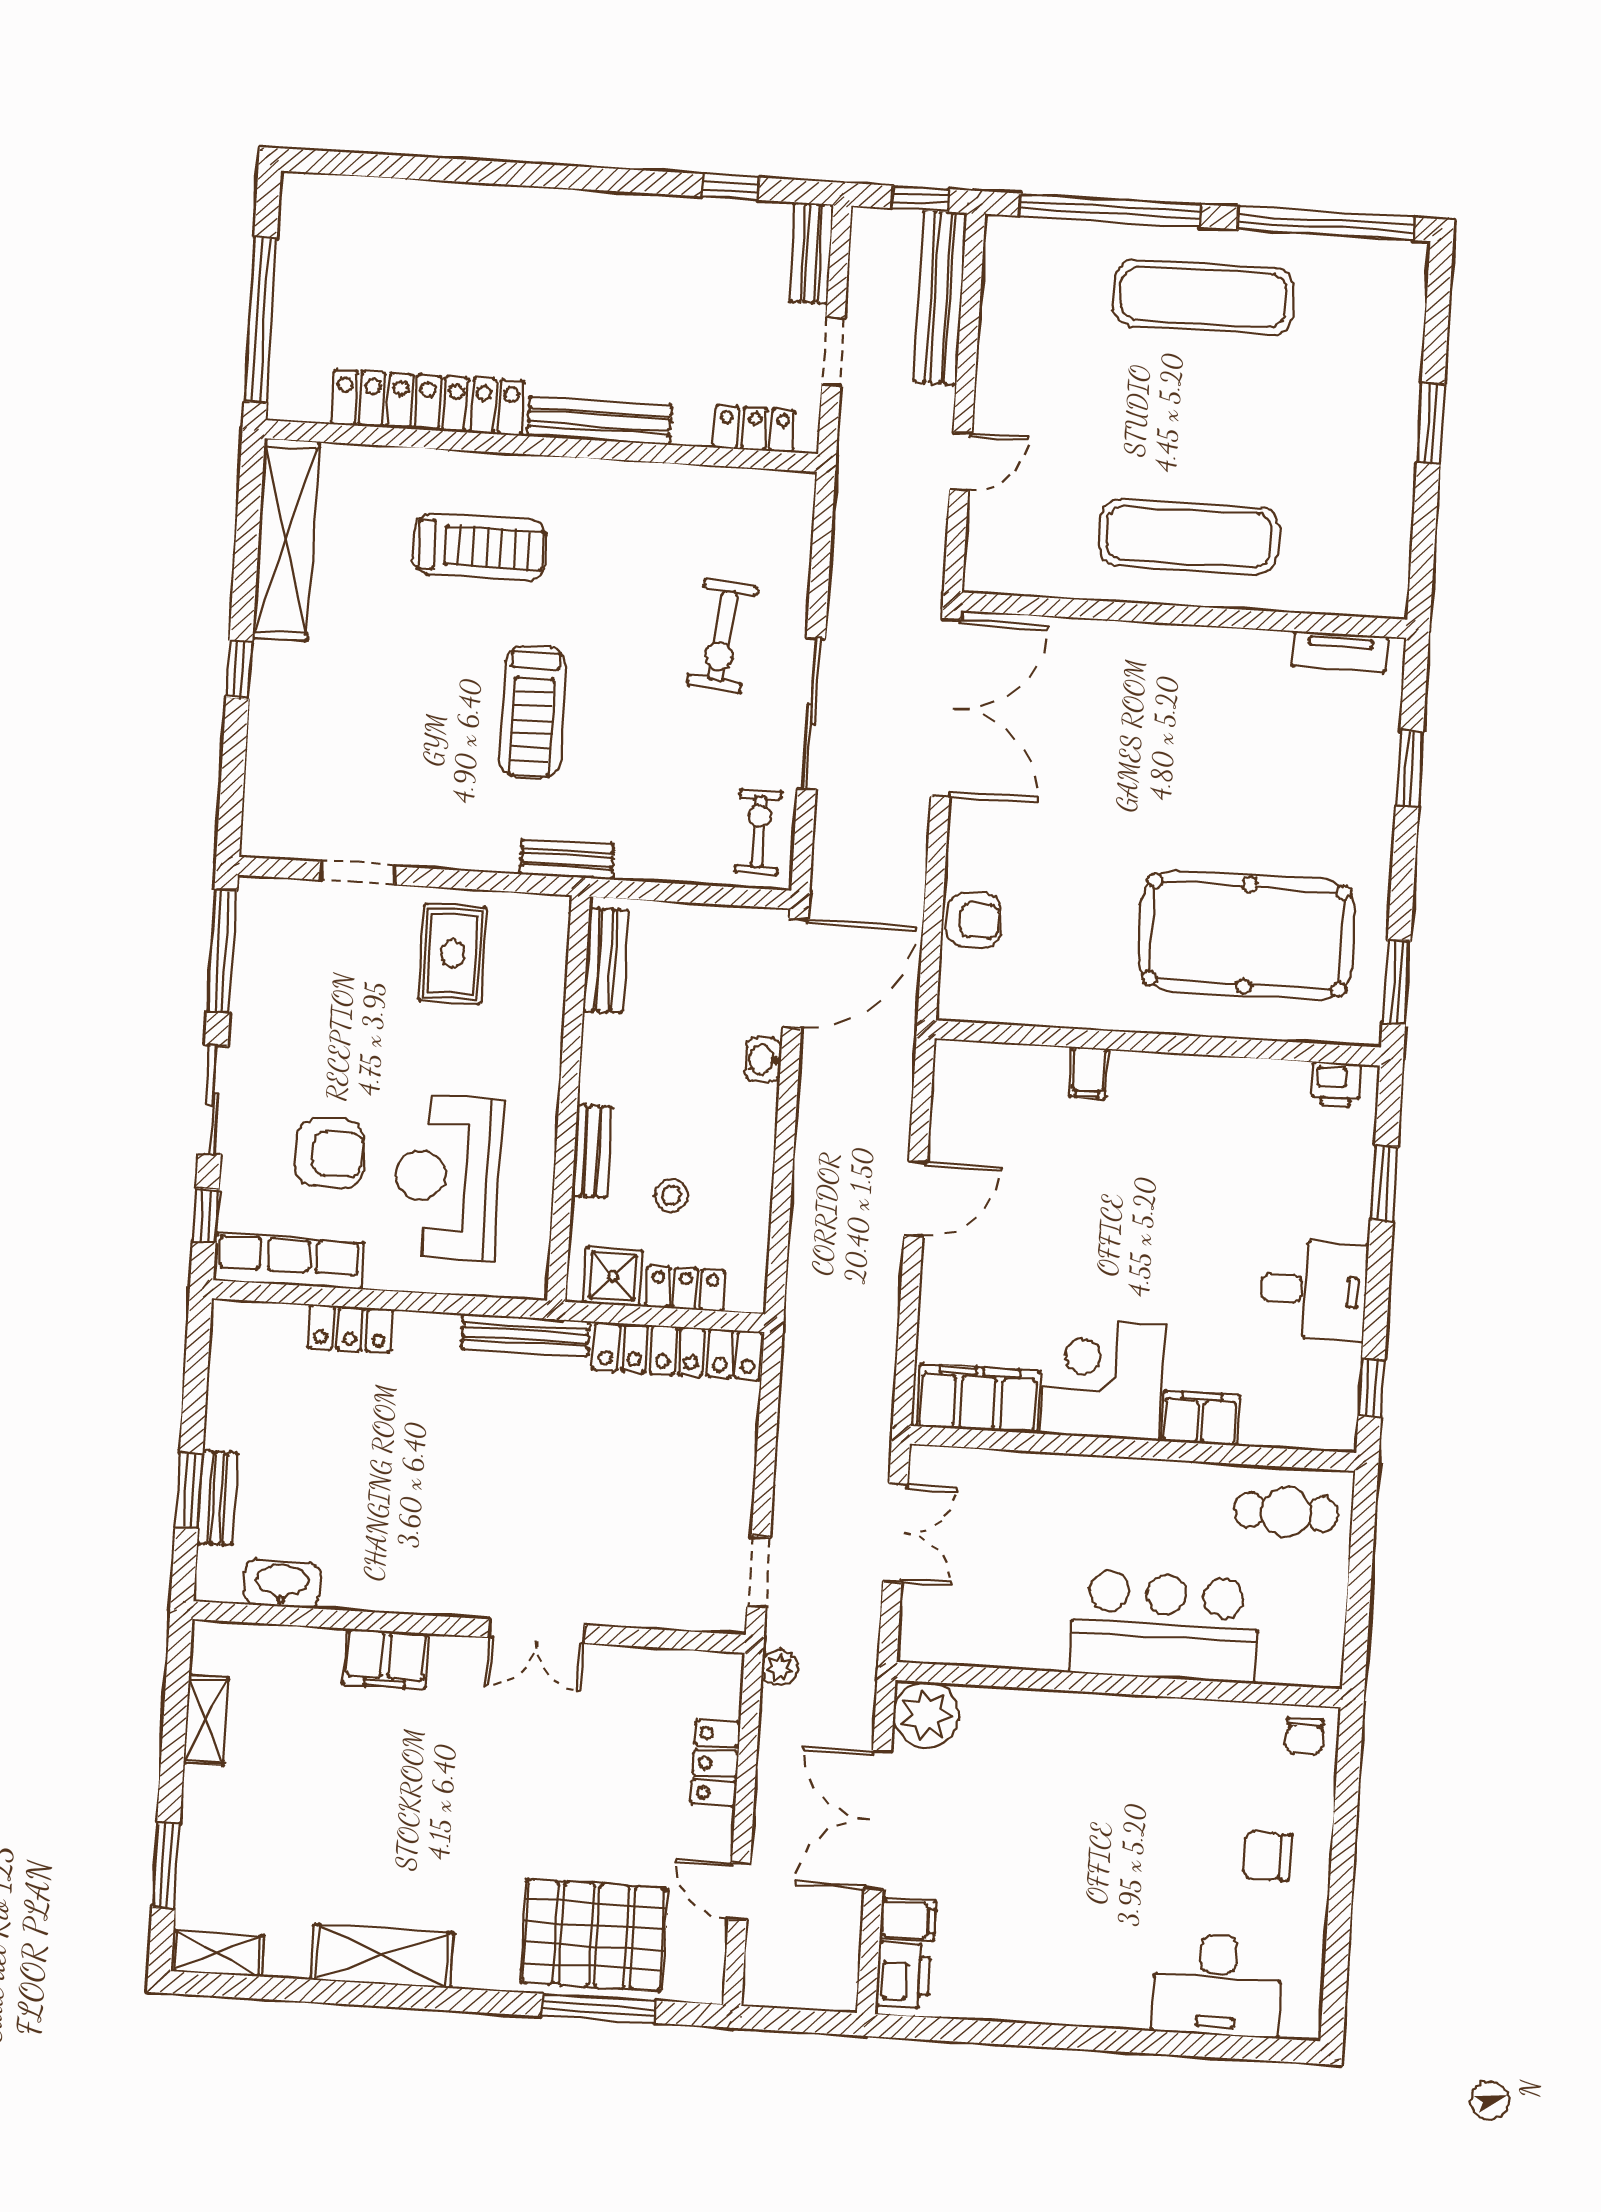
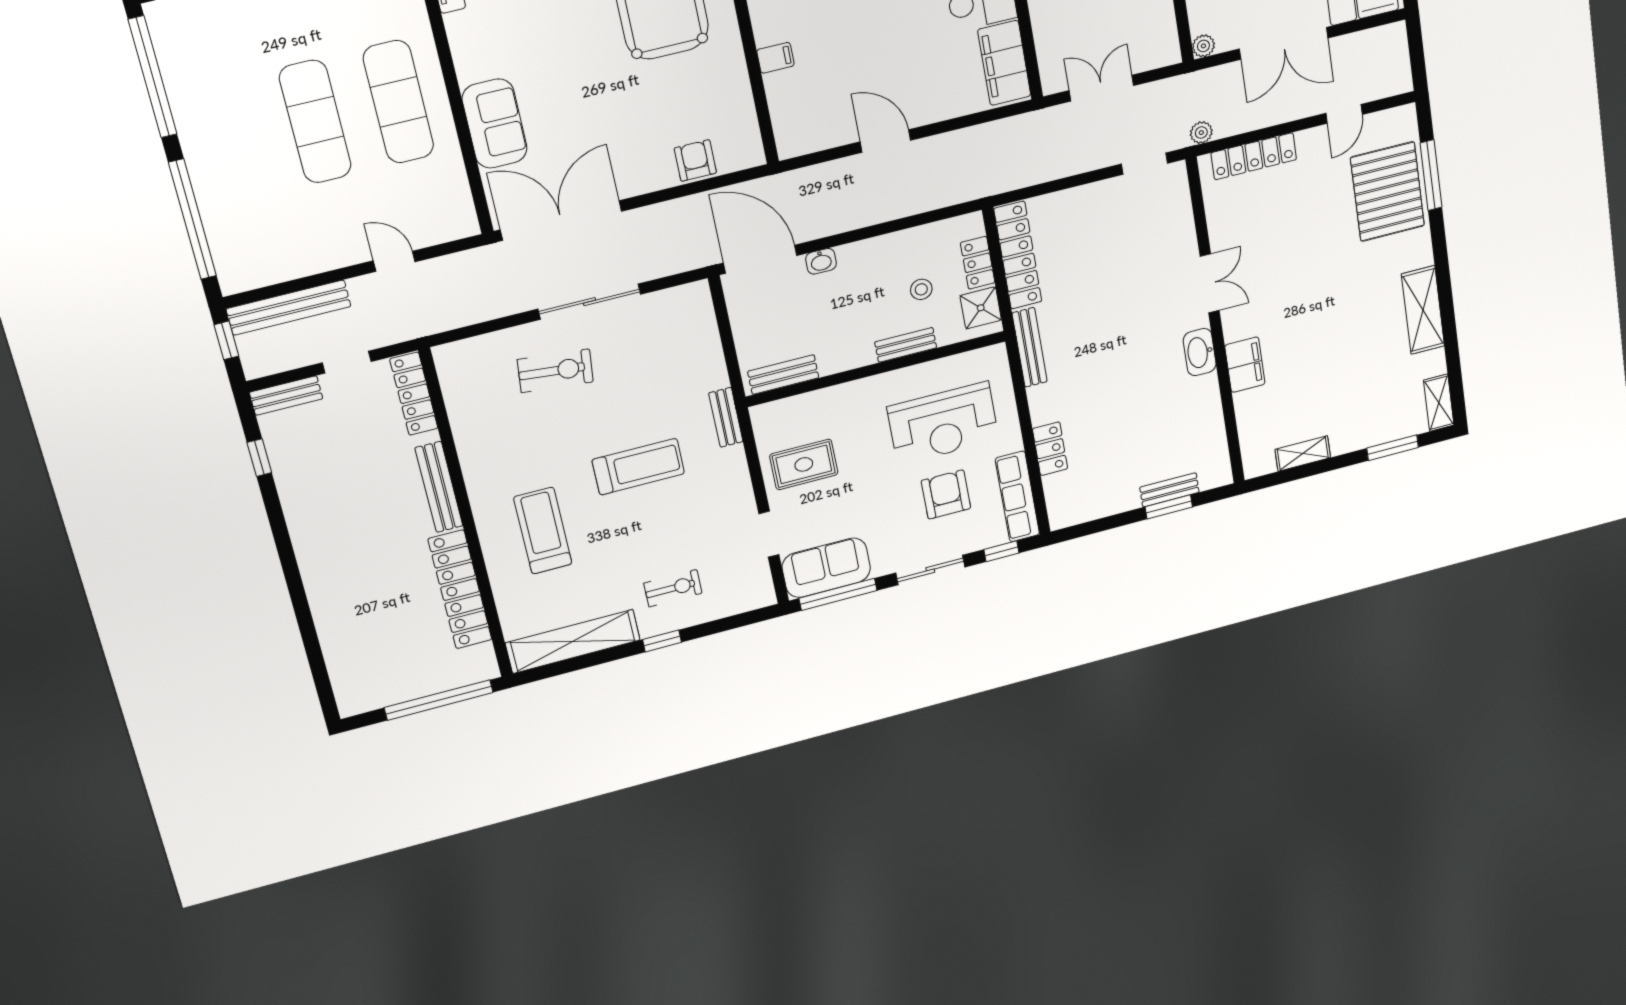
exercise mat: (1203, 297) -> (315, 122), moved
locker: (754, 429) -> (414, 394), width x1.53
sofa: (1116, 657) -> (495, 124), added
exercise bike: (759, 832) -> (673, 588), moved, turned 180
sofa: (272, 944) -> (826, 568), added
washbasin: (282, 1584) -> (1200, 352), moved
plant: (926, 1715) -> (1203, 46), width x0.53, depth x0.53
locker: (716, 1763) -> (1254, 156), width x1.53

